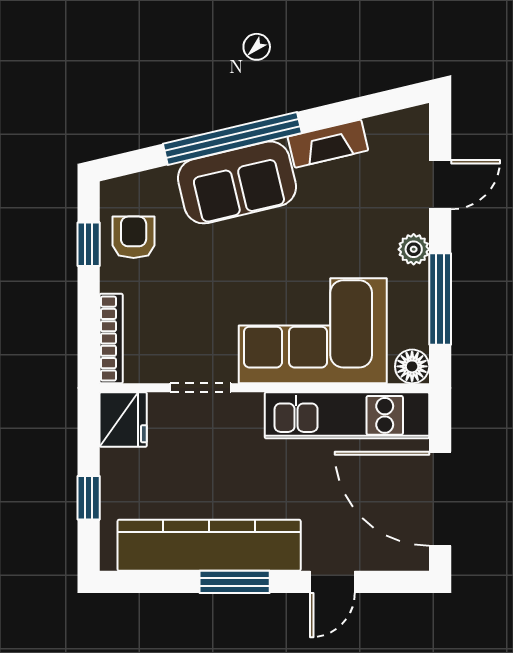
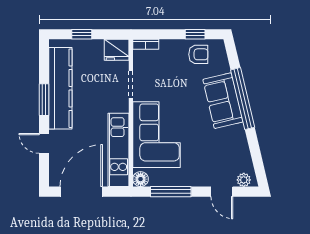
fireplace: (328, 144) -> (240, 141), removed
plant: (414, 249) -> (244, 180), moved
bookcase: (111, 339) -> (146, 44), width x0.64

